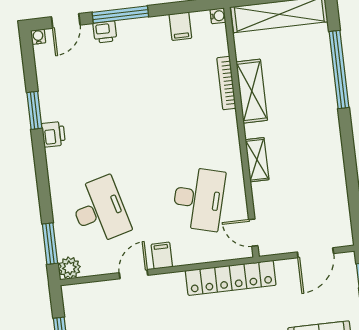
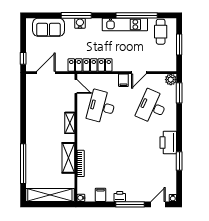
printer: (105, 32) -> (120, 196), moved
printer: (53, 134) -> (168, 143), width x1.87, depth x1.48
desk: (100, 210) -> (152, 107), turned 39

